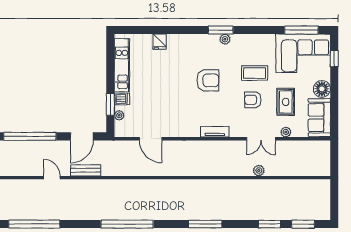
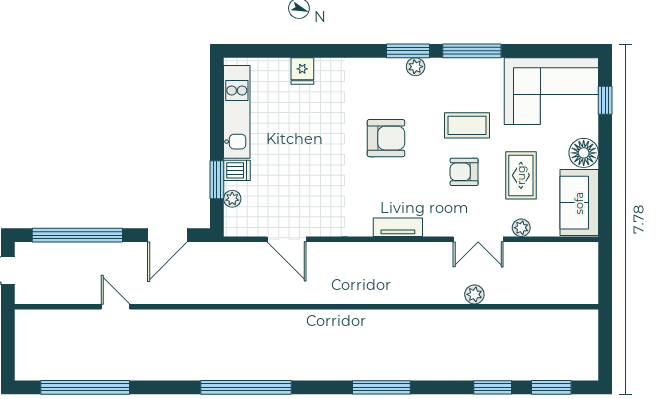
window: (301, 30) -> (472, 51), moved
bench: (86, 170) -> (174, 294), removed

